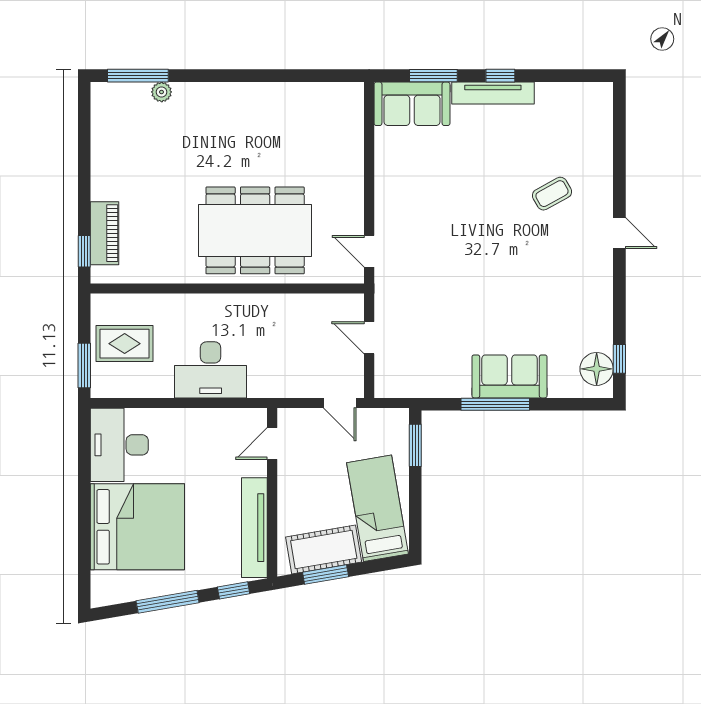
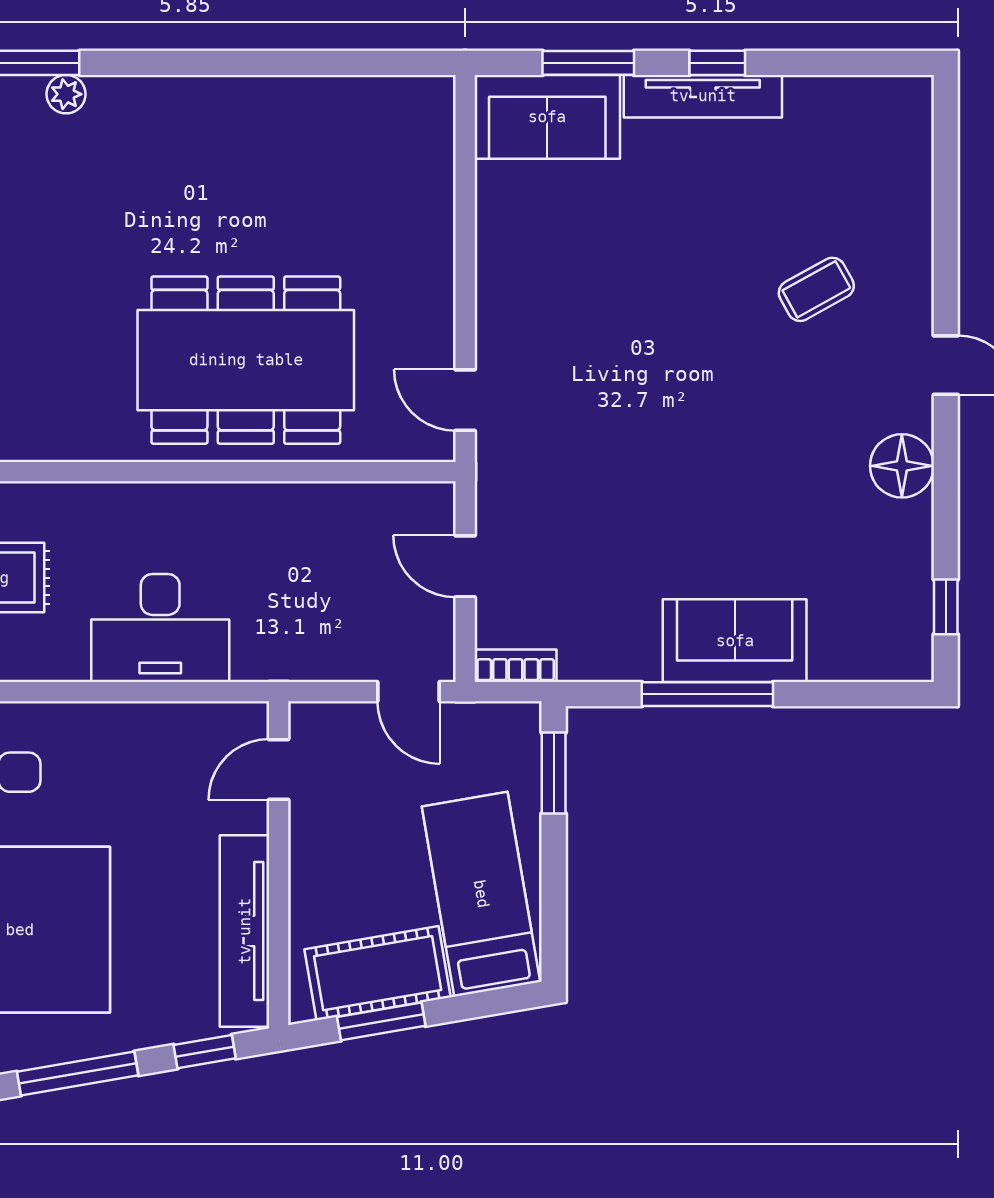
floor lamp: (597, 369) -> (902, 466), moved
bookcase: (395, 389) -> (516, 666), added

